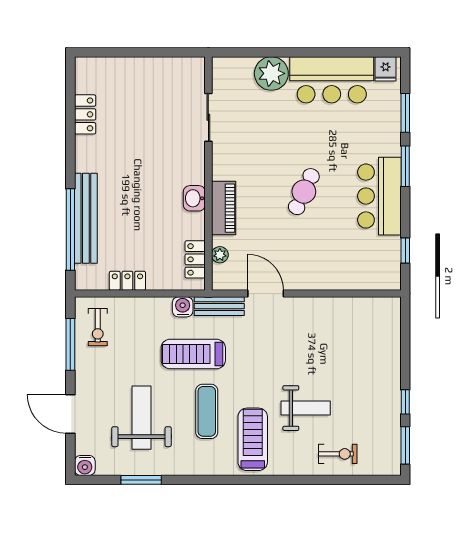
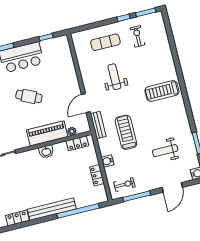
piano: (224, 208) -> (47, 133), width x1.37, depth x1.33
bench: (86, 218) -> (52, 209), moved
water cooler: (183, 307) -> (108, 161), moved
treadmill: (193, 354) -> (126, 132), turned 180
weight bench: (306, 408) -> (114, 77), moved
exercise mat: (207, 411) -> (105, 42), moved
weight bench: (142, 418) -> (165, 151), width x0.73, depth x0.75
exercise bike: (338, 454) -> (138, 36), moved

